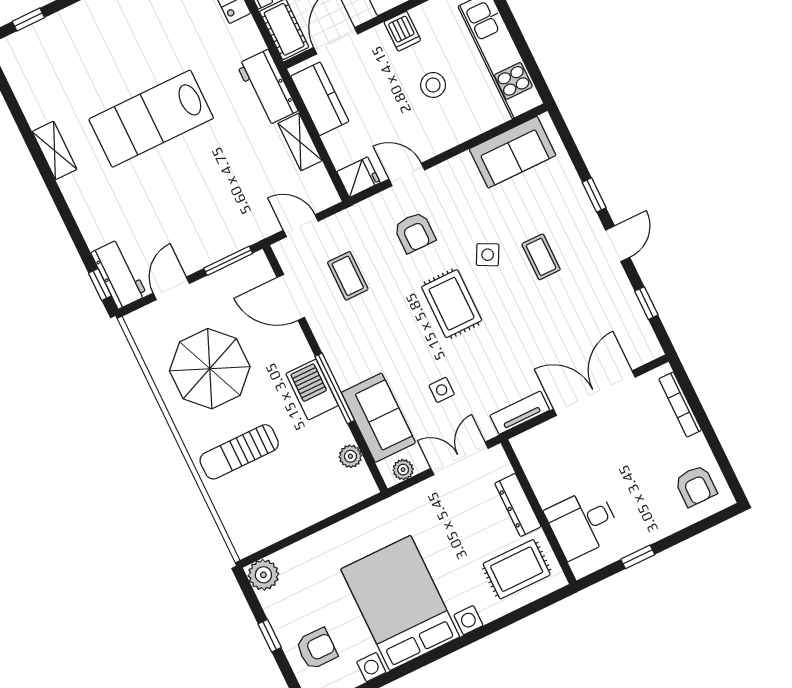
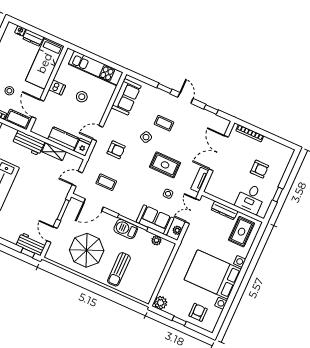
kitchen counter: (320, 99) -> (63, 139), moved
rug: (452, 304) -> (165, 165), moved
armchair: (696, 486) -> (259, 169), moved

